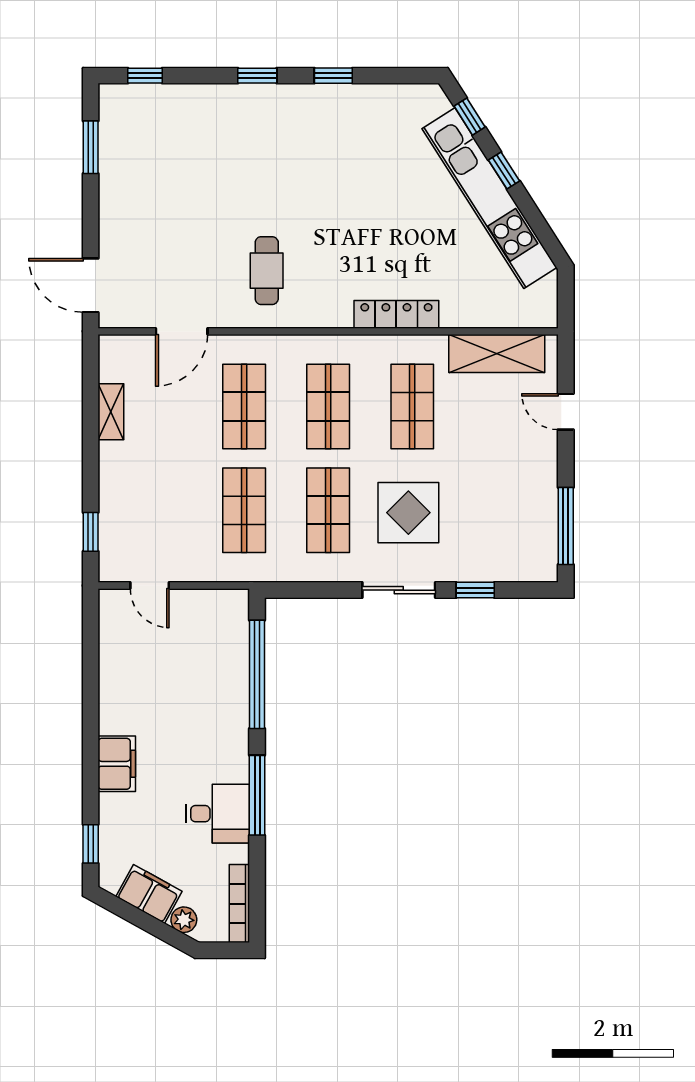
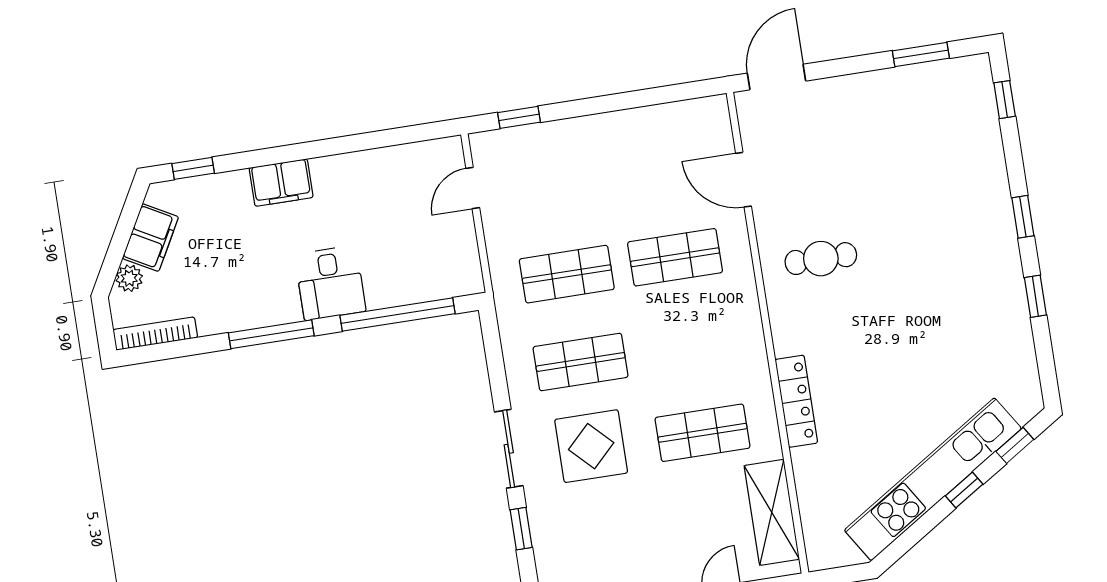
shop shelf: (328, 407) -> (689, 345), removed
shelving: (111, 412) -> (648, 119), removed
desk: (218, 814) -> (330, 283), moved

